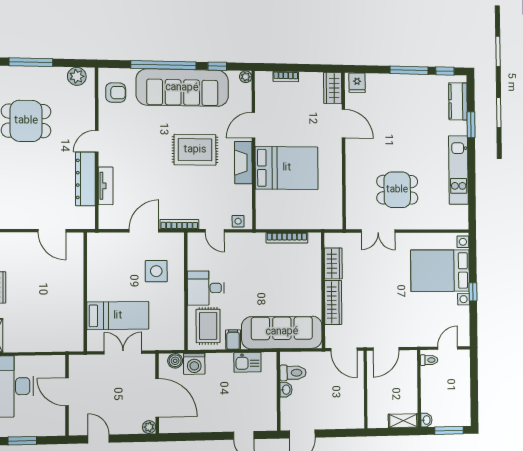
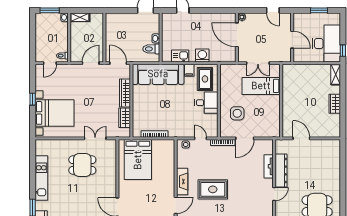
bed: (287, 168) -> (138, 160), moved, turned -90
boiler: (175, 361) -> (226, 58), removed
washing machine: (194, 364) -> (202, 56), moved

